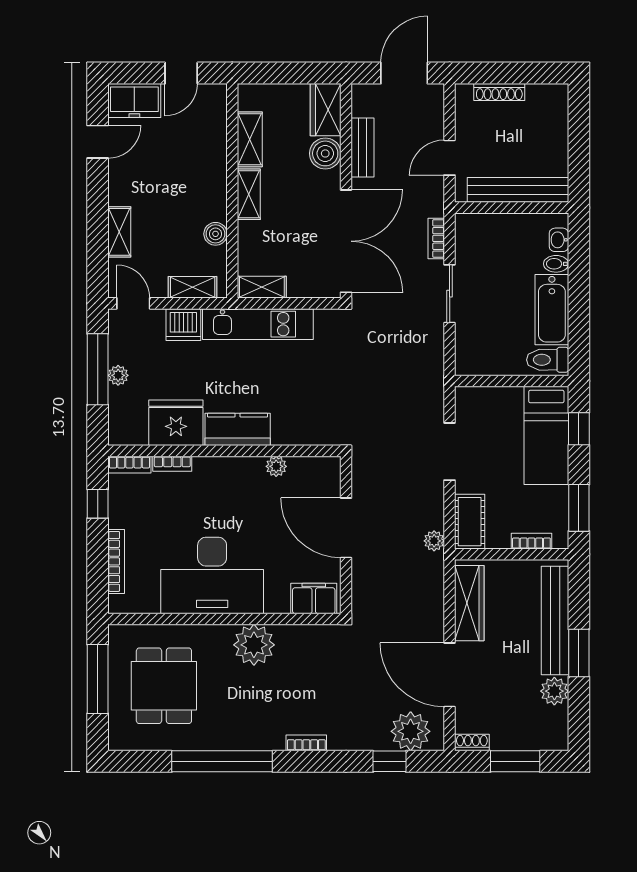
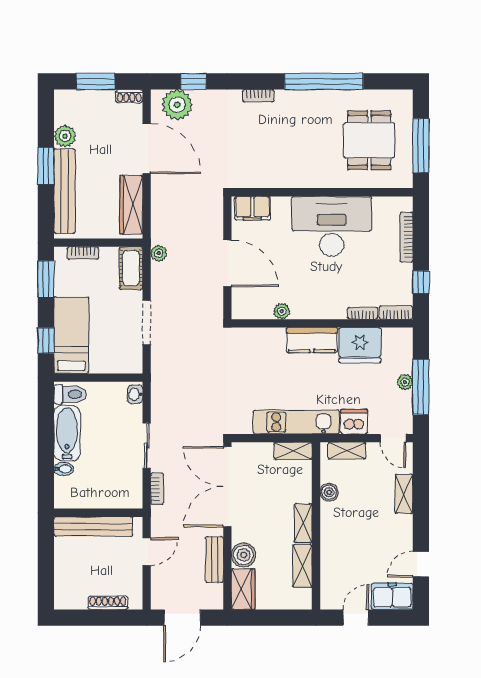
washbasin: (559, 240) -> (135, 394), moved, turned 180
plant: (254, 645) -> (299, 172), removed

